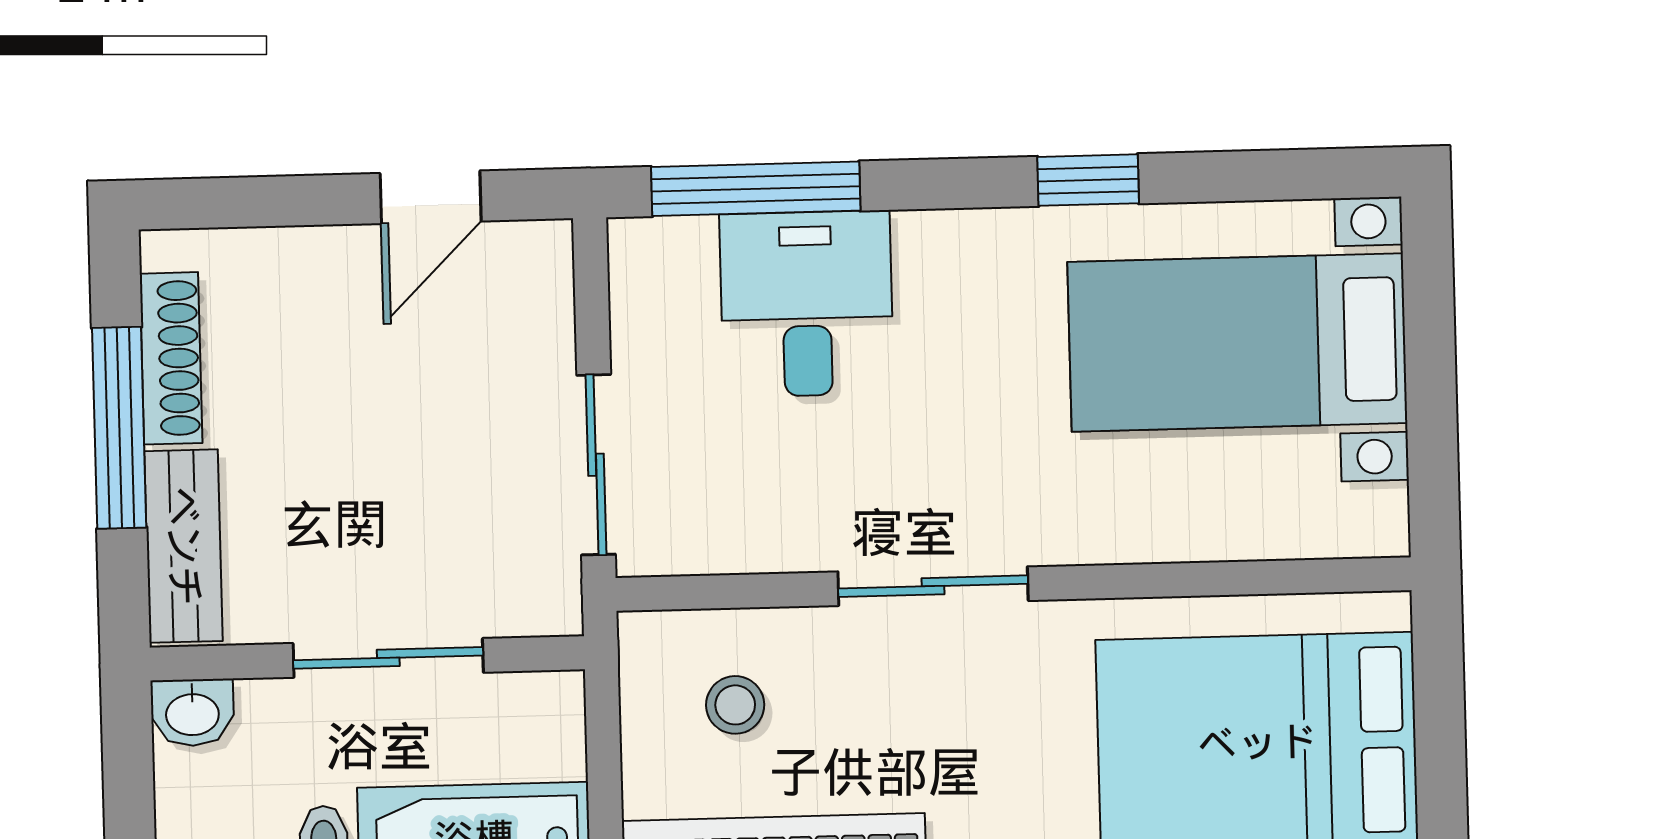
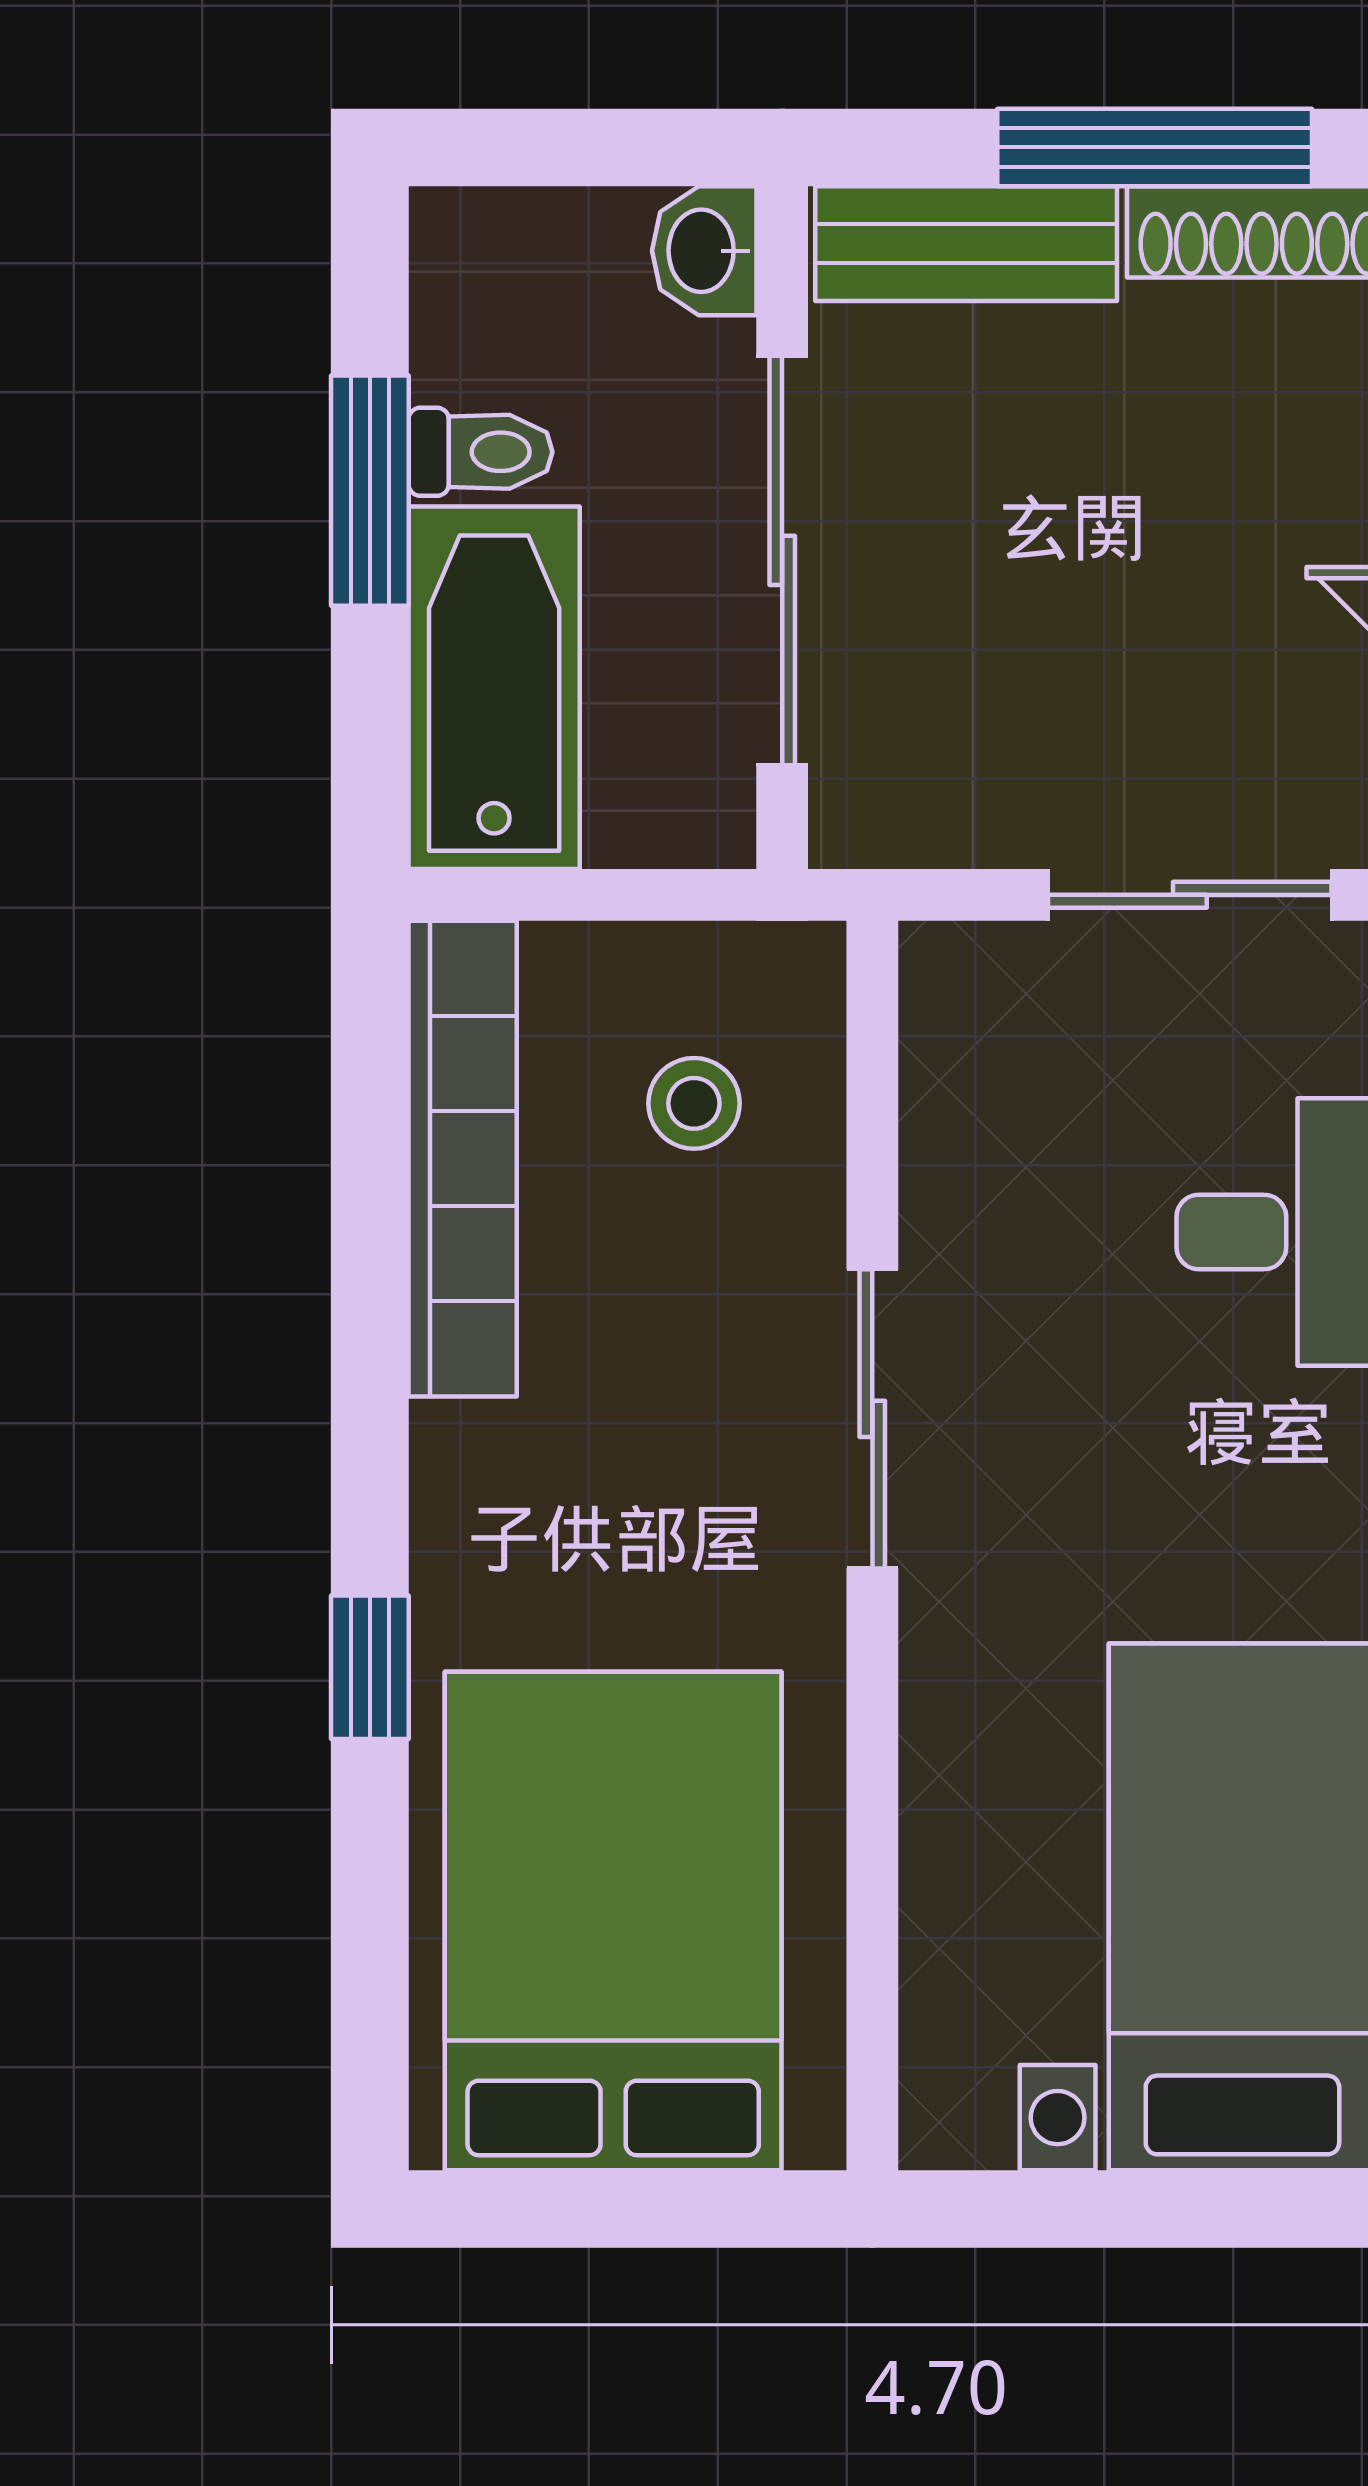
sliding door: (596, 465) -> (1190, 895), moved
sliding door: (388, 658) -> (782, 560), width x1.37

